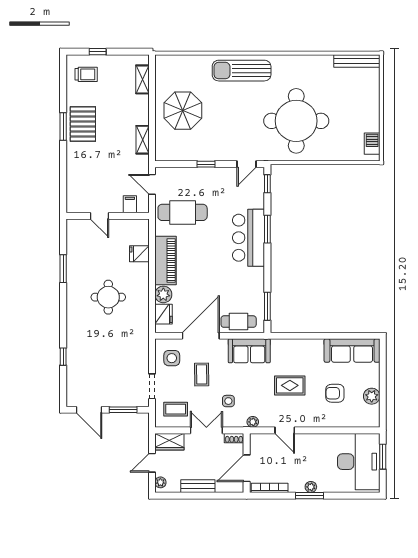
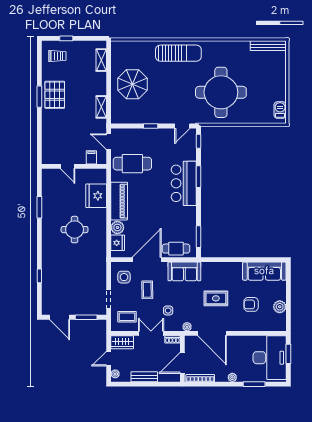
sun lounger: (242, 71) -> (178, 53), turned 180
fridge: (139, 254) -> (96, 196), width x1.88, depth x1.34
door: (285, 430) -> (212, 333), width x1.88
window: (310, 496) -> (254, 384), moved

